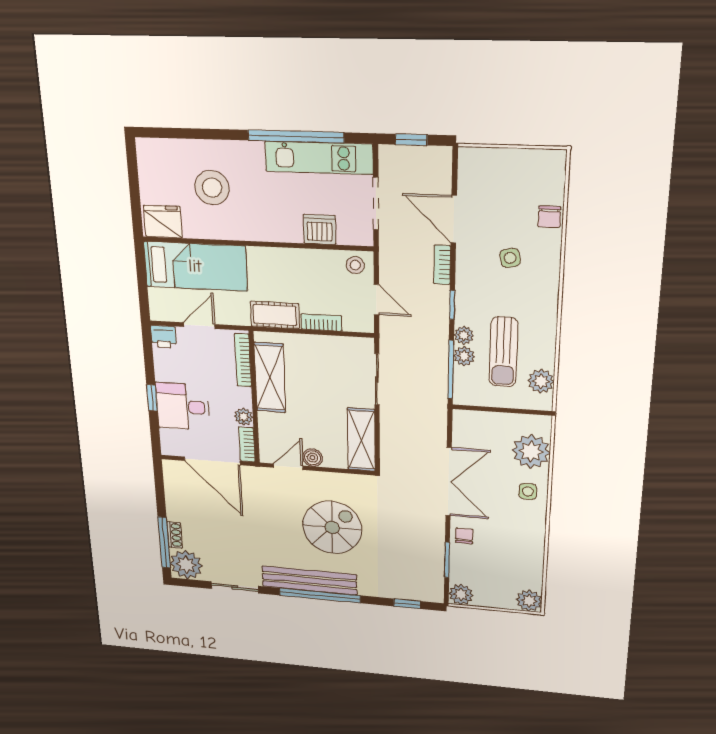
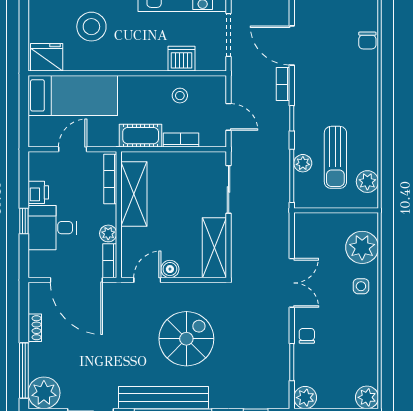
side table: (510, 258) -> (338, 76), removed
stool: (355, 265) -> (180, 96), moved
plant: (464, 335) -> (302, 144), removed
printer: (164, 337) -> (38, 192), moved, turned -90
double door: (449, 482) -> (292, 283), width x0.73
shoe rack: (175, 535) -> (35, 328), moved

